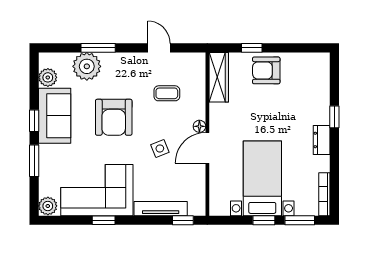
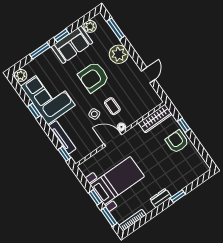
window: (98, 48) -> (116, 29), moved
plant: (87, 66) -> (119, 54), moved
coffee table: (167, 93) -> (112, 106), moved

